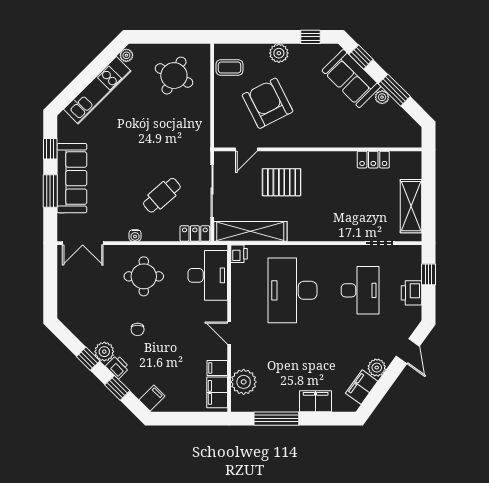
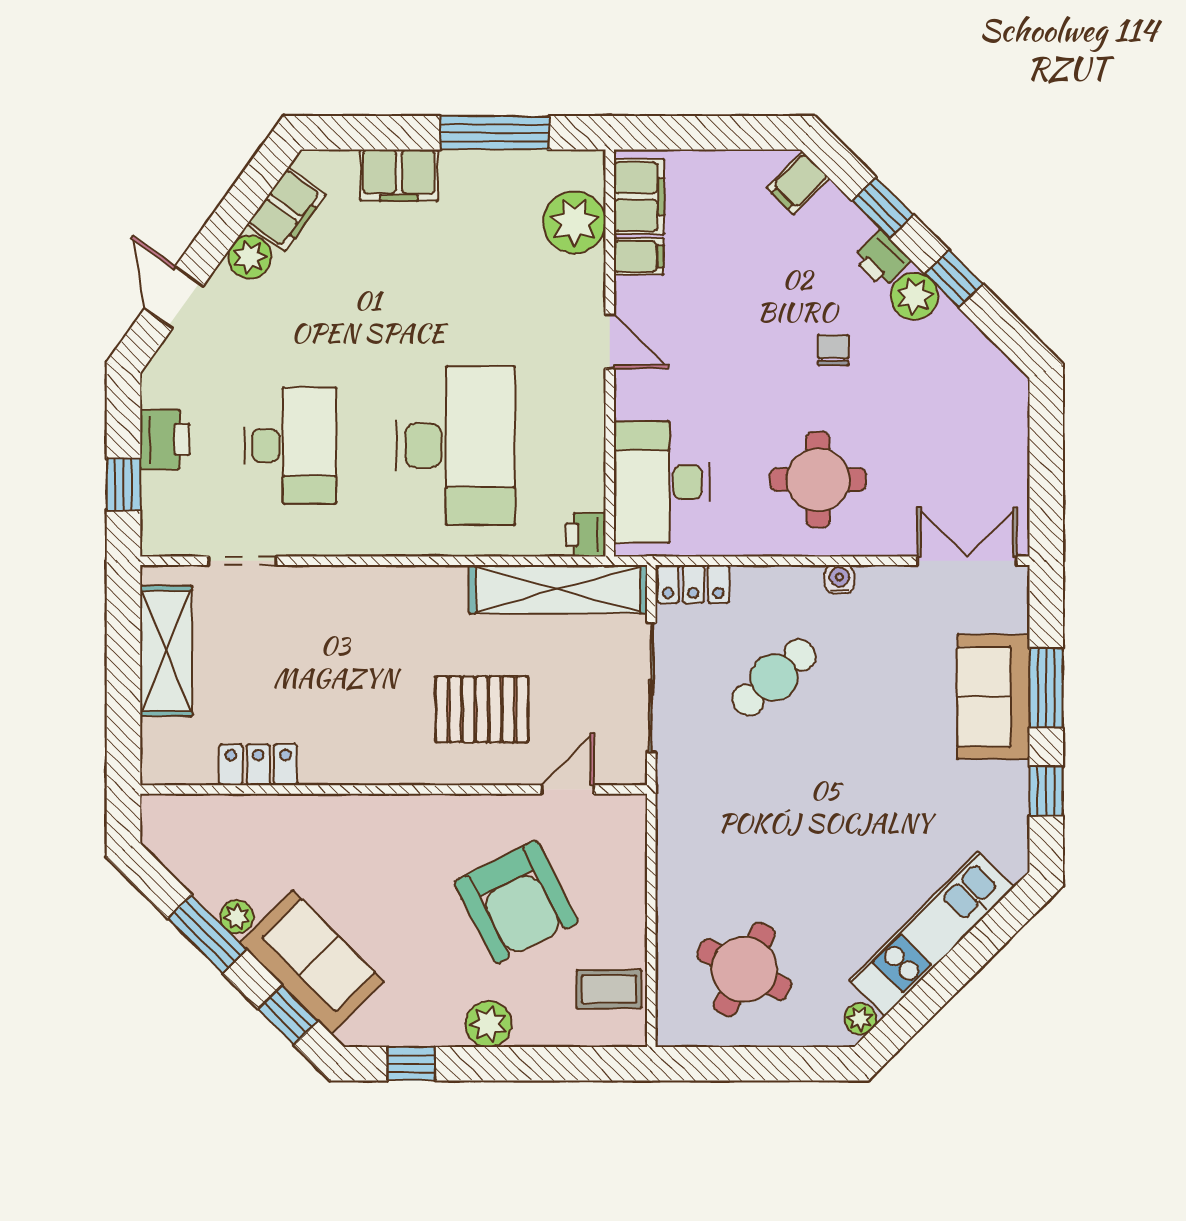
sofa: (72, 178) -> (993, 697), width x0.73
desk: (360, 290) -> (290, 445), turned 180

